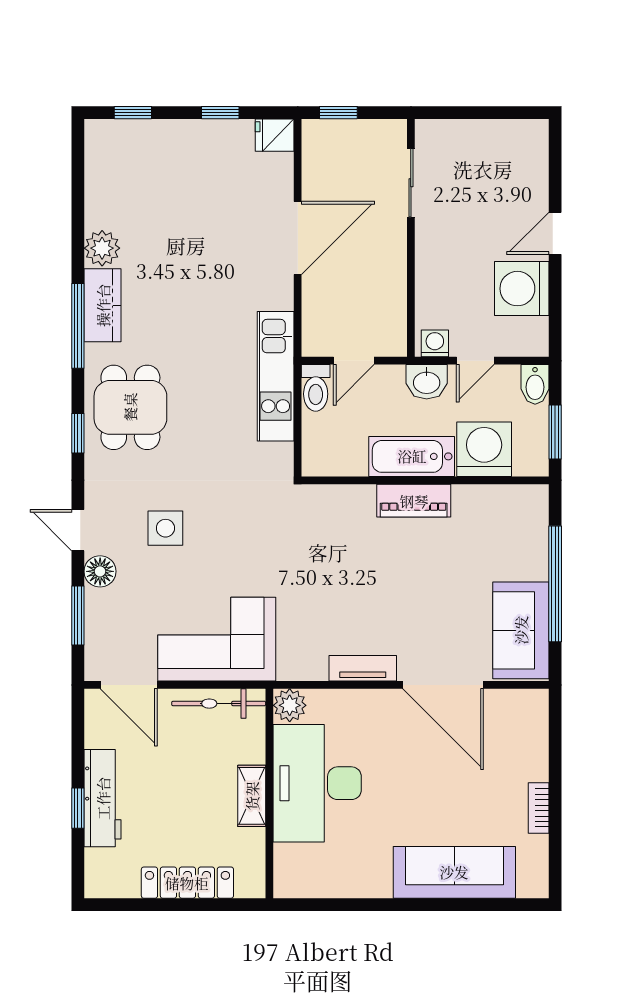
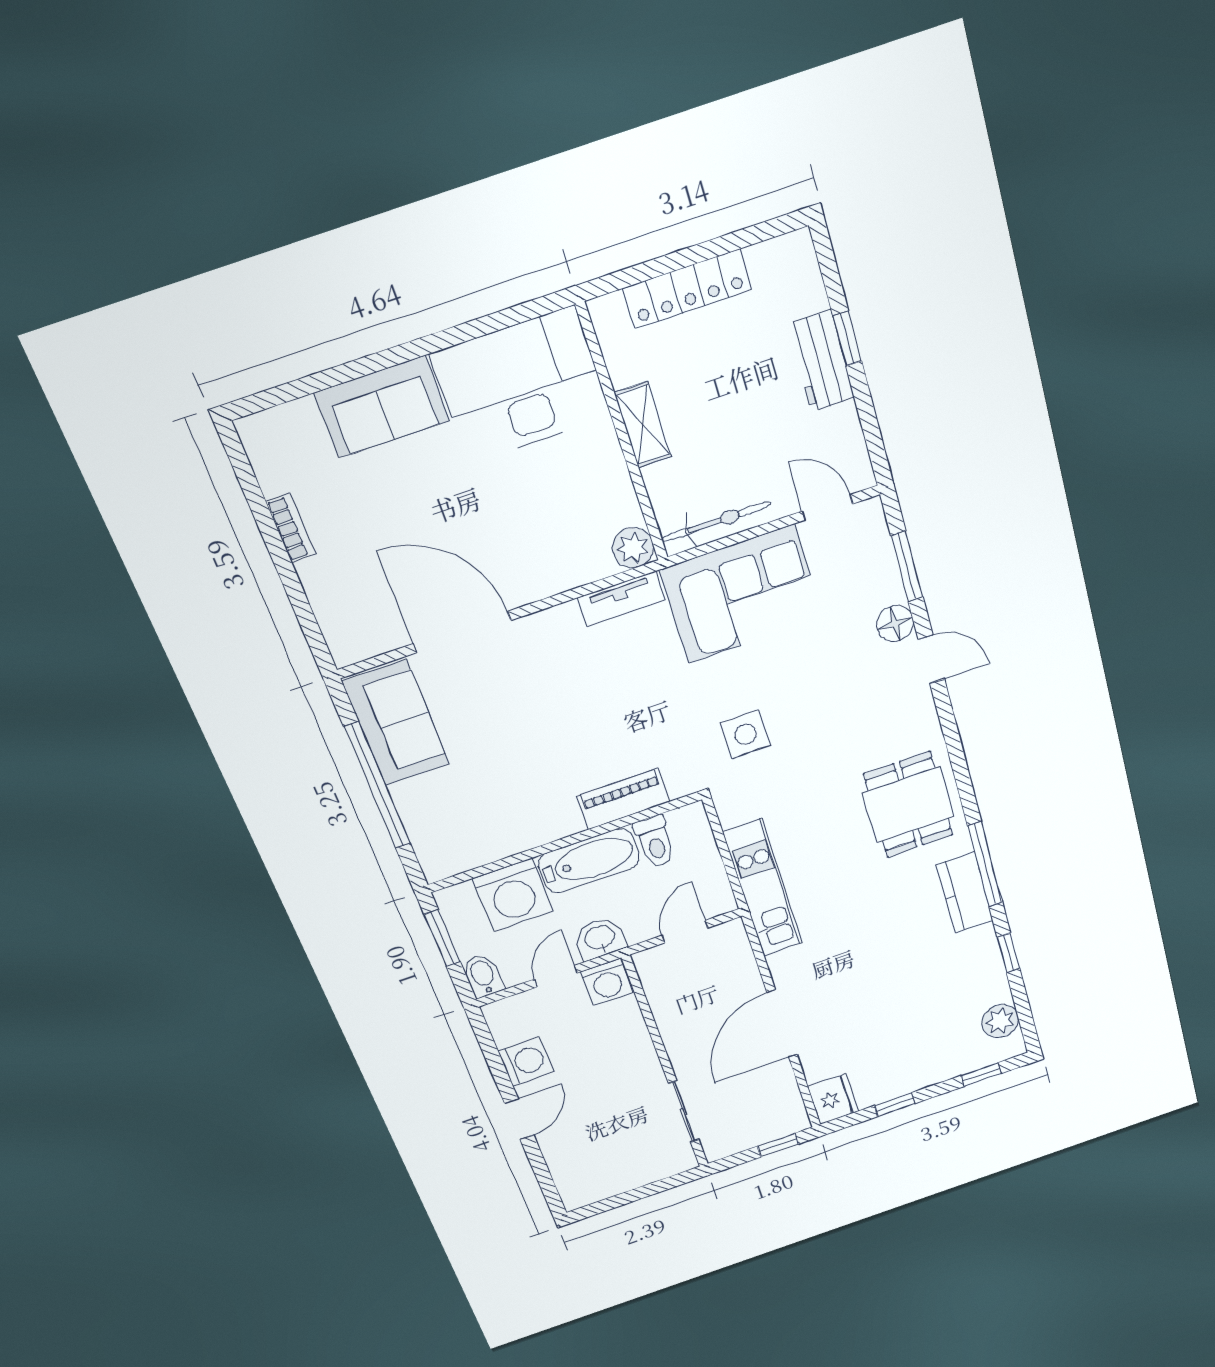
fridge: (275, 135) -> (833, 1099), width x1.38
plant: (102, 248) -> (1000, 1021), moved
washing machine: (522, 289) -> (526, 1061), width x0.73, depth x0.73
washing machine: (435, 343) -> (607, 982), width x1.38, depth x1.38
toilet: (316, 388) -> (655, 842), moved, turned 180
window: (78, 433) -> (1008, 953), moved
piano: (414, 501) -> (623, 799), moved
side table: (165, 528) -> (746, 734), moved
tv unit: (363, 668) -> (621, 599), moved
door: (129, 685) -> (828, 507), width x0.73
desk: (317, 783) -> (521, 385), moved, turned -90
workbench: (103, 798) -> (821, 361), width x0.73
sofa: (454, 872) -> (382, 407), width x0.73

